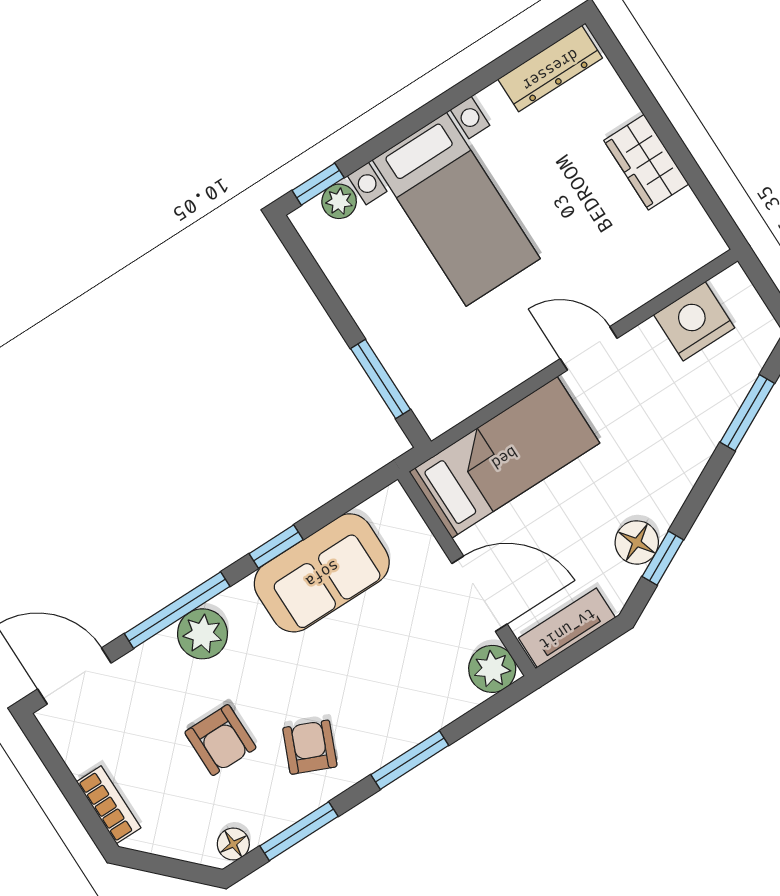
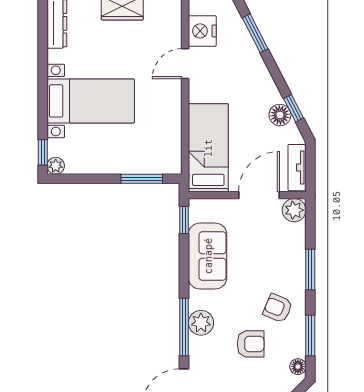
plant: (339, 201) -> (56, 166), moved
door: (589, 348) -> (185, 64), moved
window: (276, 547) -> (184, 220), moved

